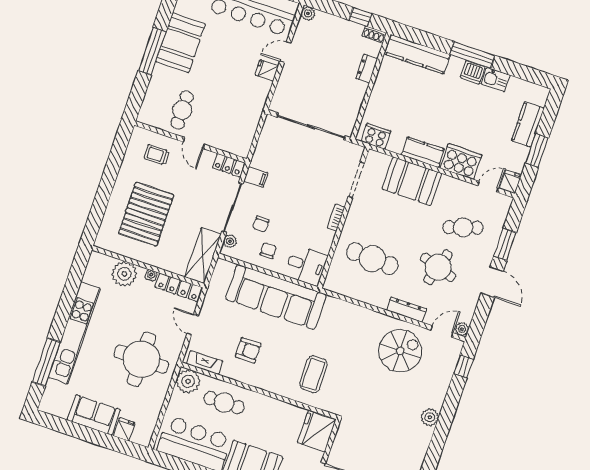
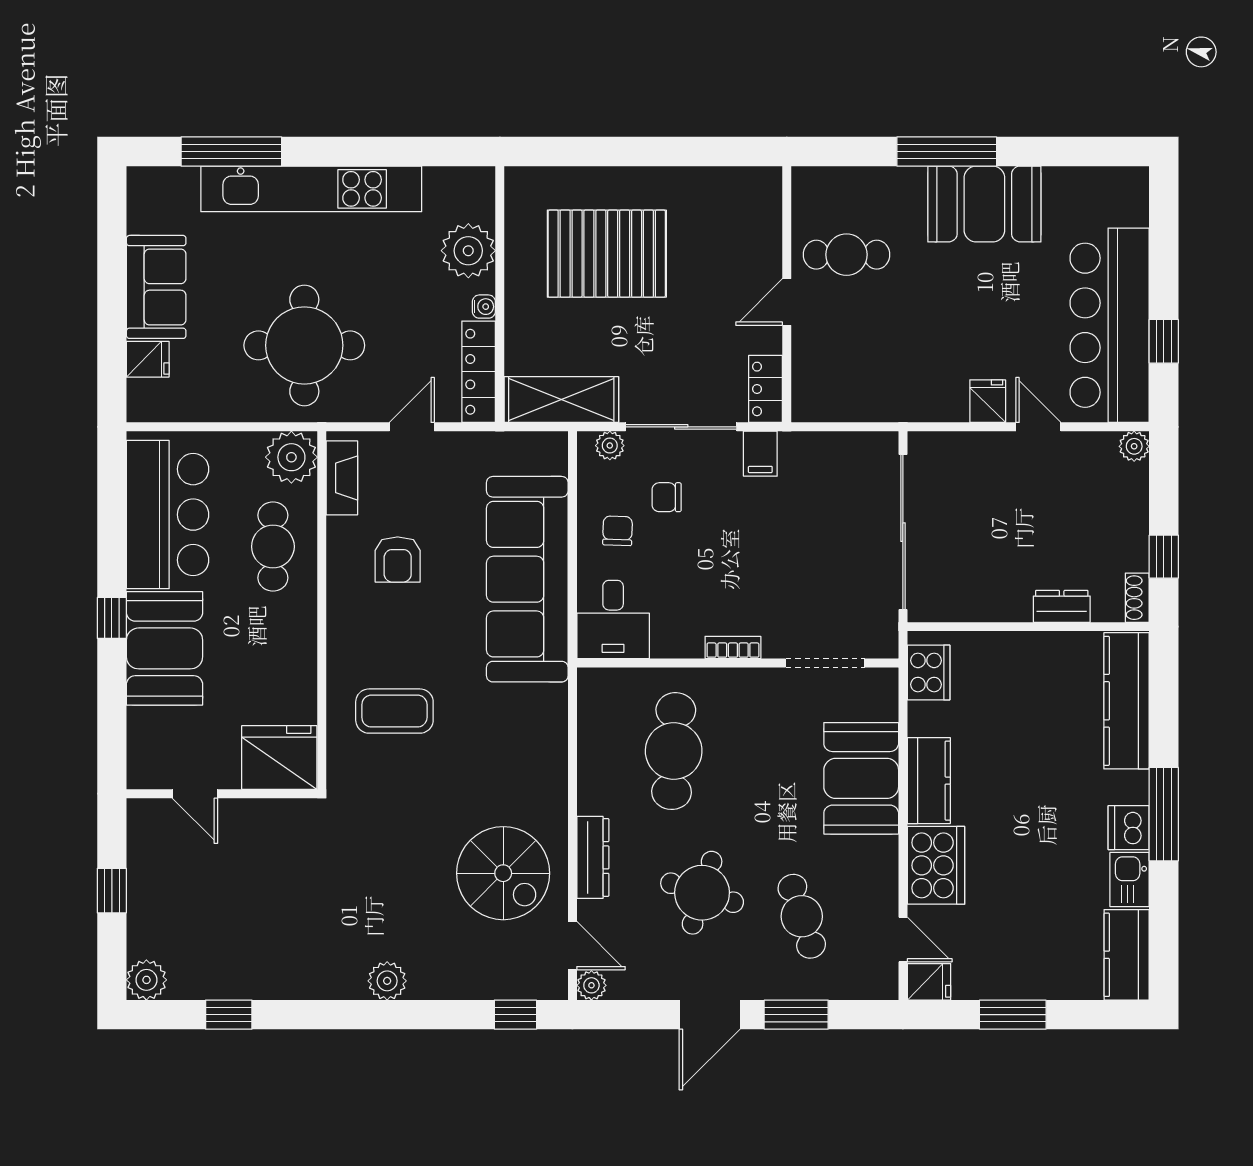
kitchen counter: (528, 124) -> (1127, 955), moved, turned -90
trolley: (157, 155) -> (736, 234), removed
chair: (268, 250) -> (618, 531), turned -88

